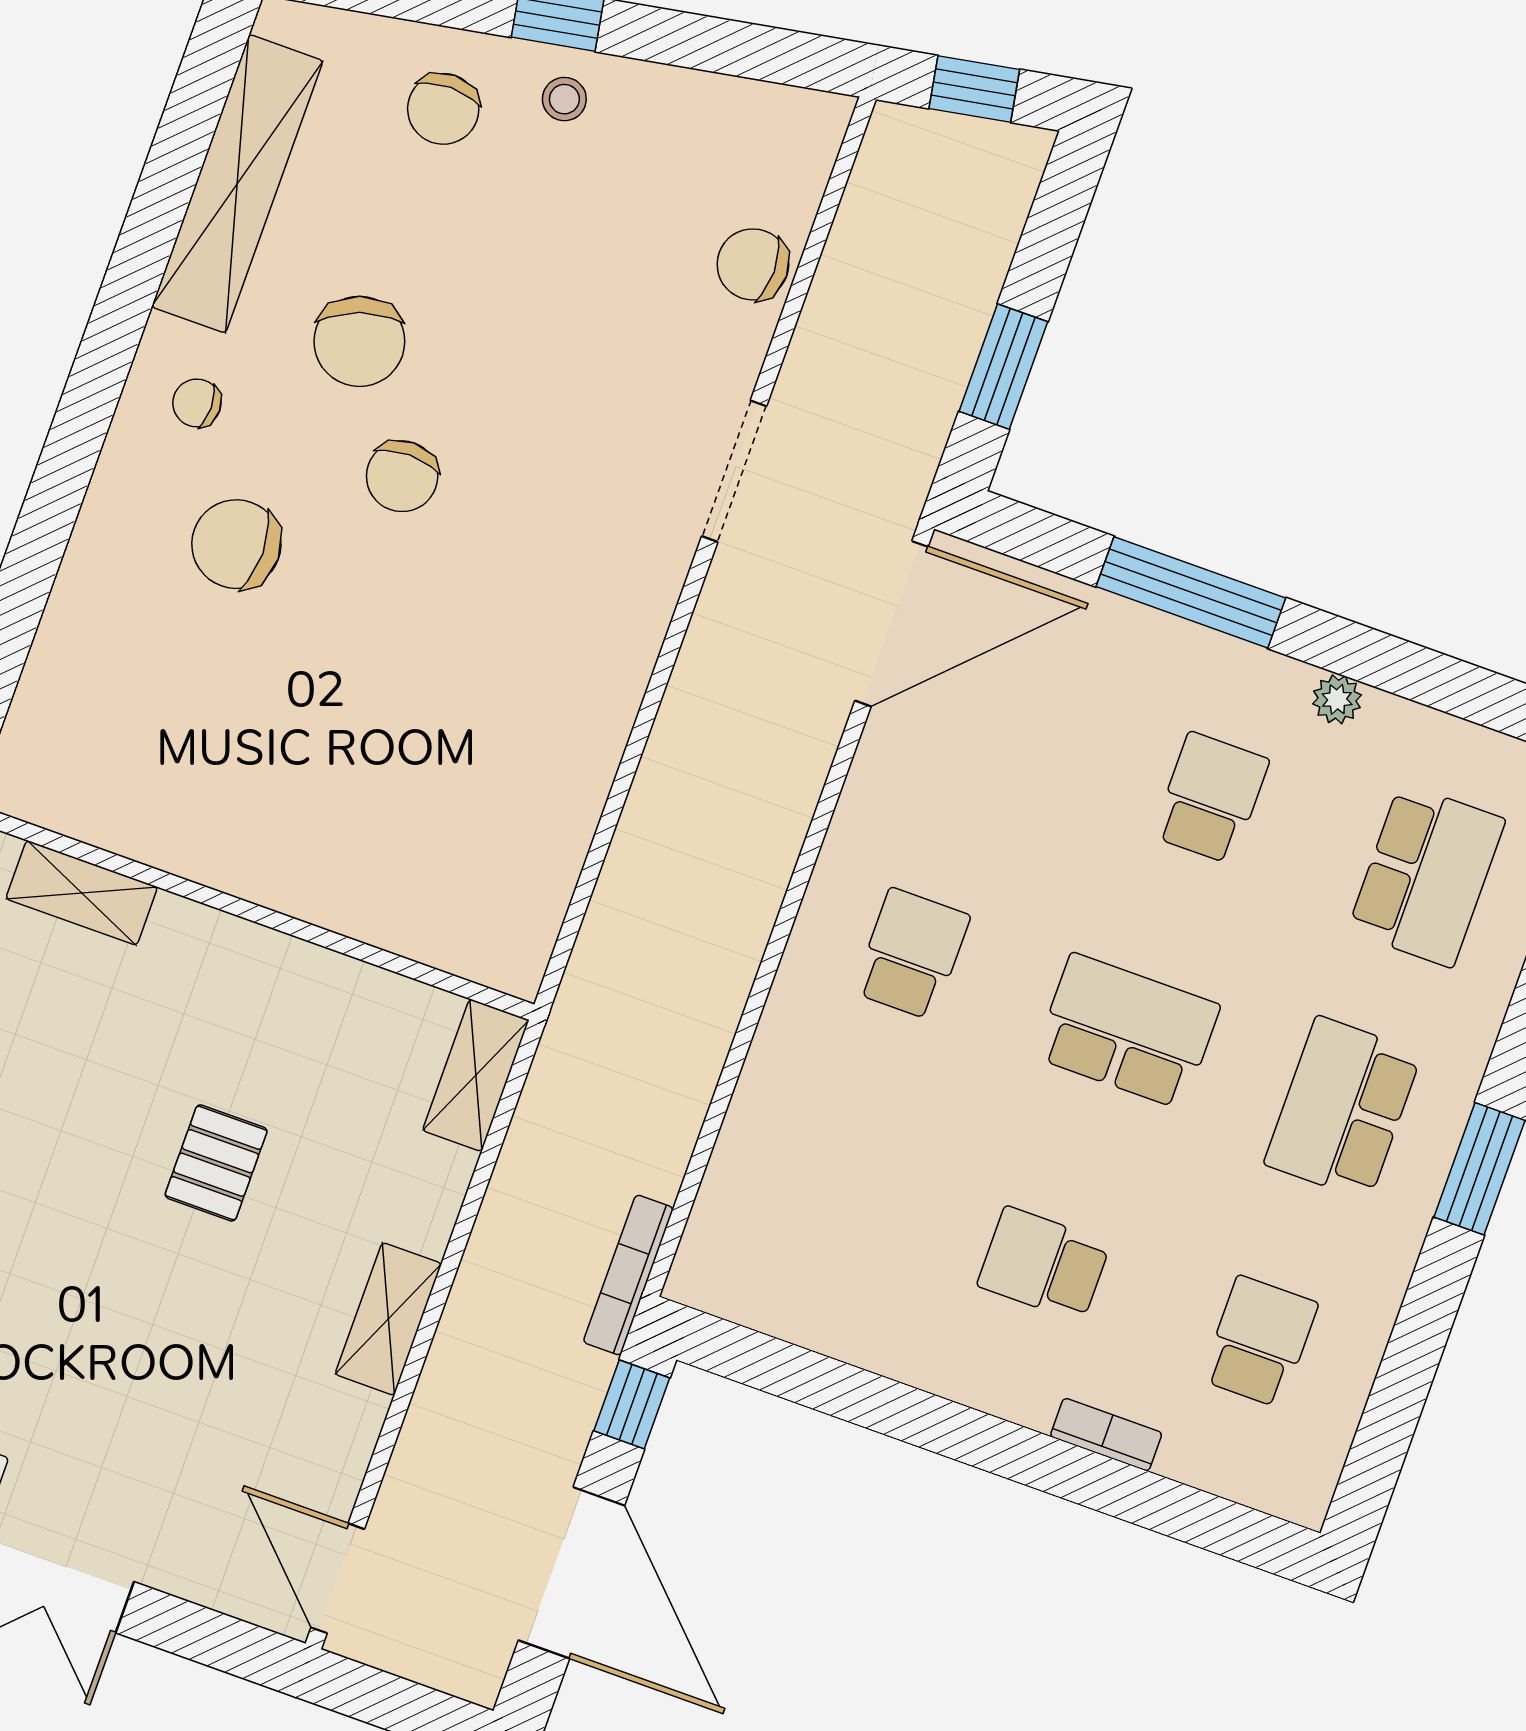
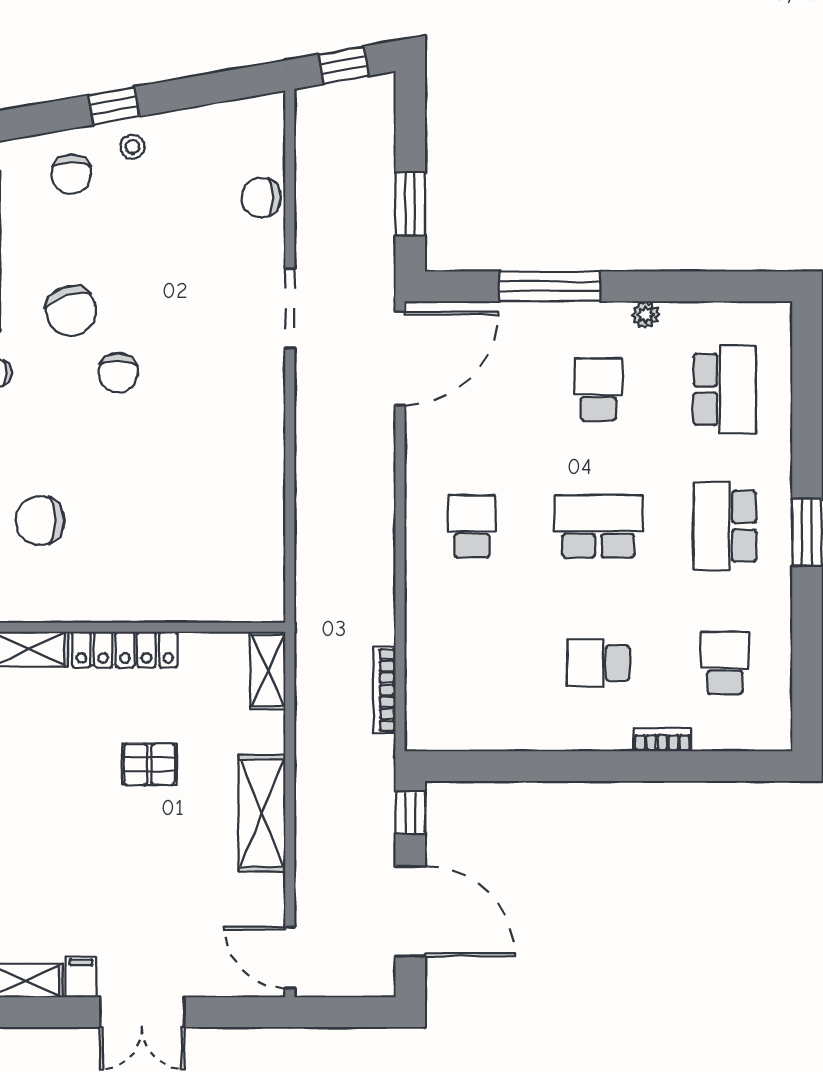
chair: (236, 544) -> (40, 521), moved
locker: (244, 952) -> (125, 650), added
pallet: (216, 1163) -> (149, 764), turned 90
bookcase: (628, 1275) -> (384, 690), moved
shelving: (388, 1319) -> (262, 813), width x1.50, depth x1.33

